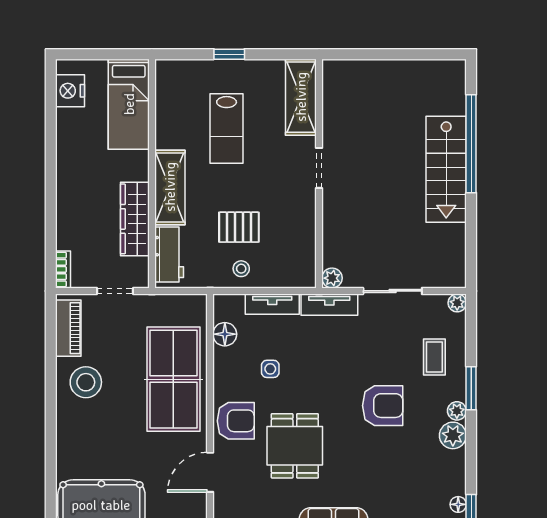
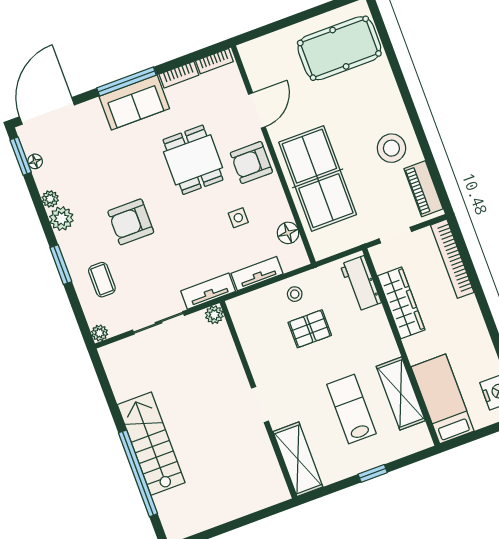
shelving: (170, 187) -> (401, 394), moved
bookcase: (63, 269) -> (452, 259), width x2.31, depth x1.31
plant: (457, 411) -> (50, 199), moved

